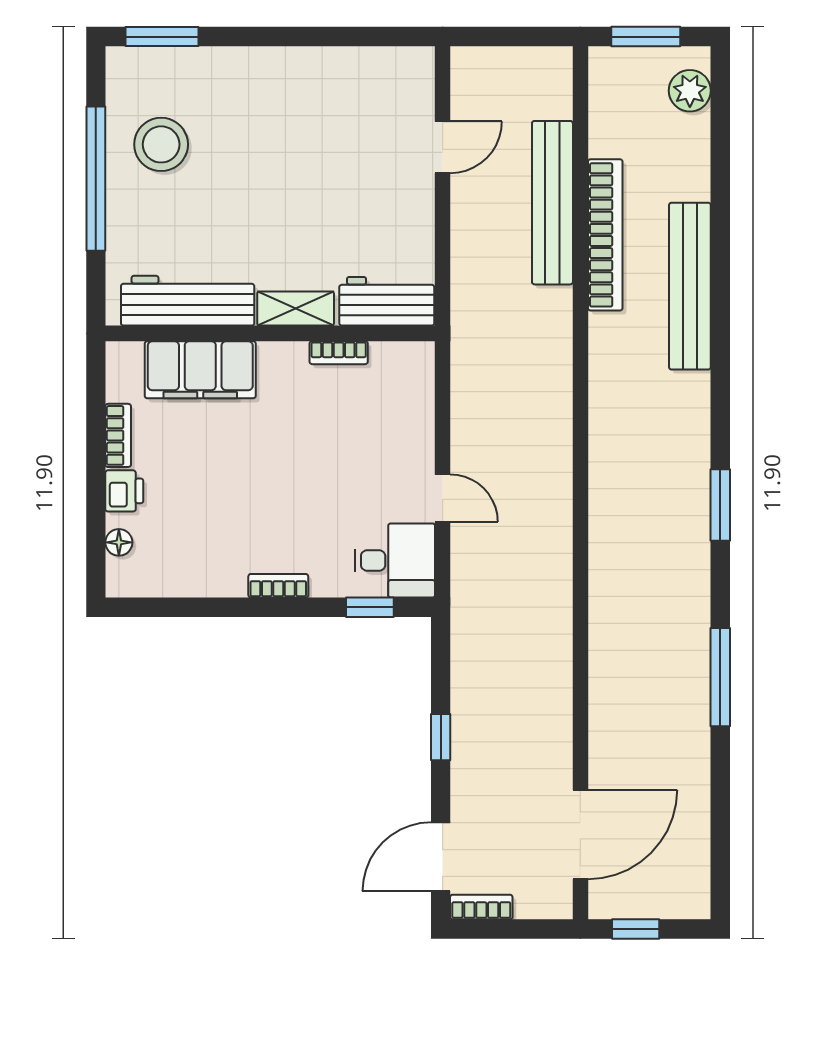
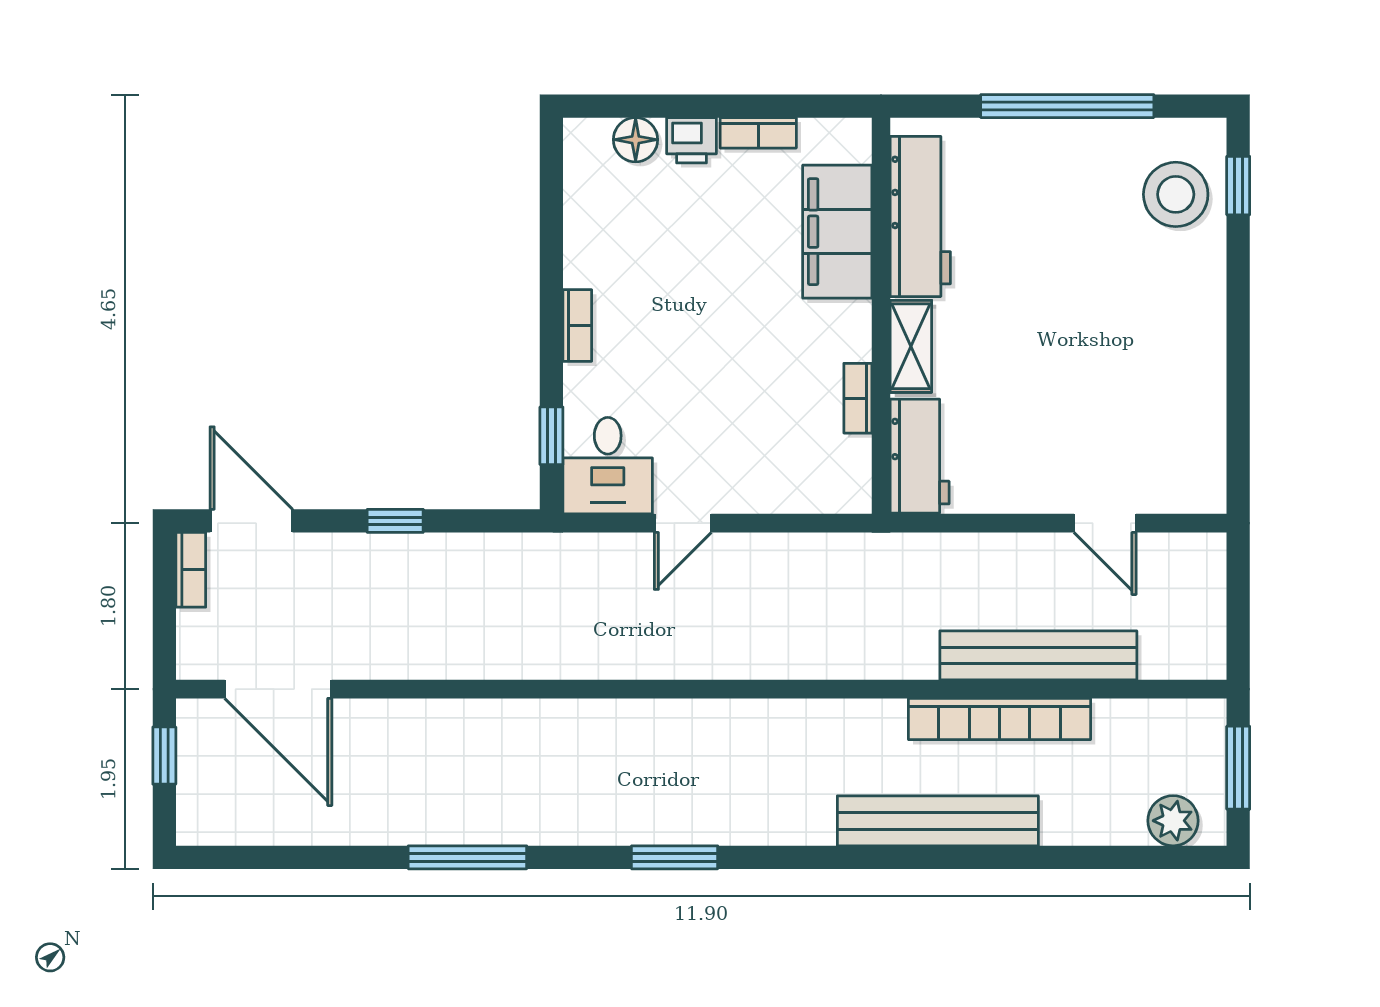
window: (162, 37) -> (1238, 186), width x0.67
stool: (161, 144) -> (1176, 194), moved
floor lamp: (119, 542) -> (636, 140), width x1.37, depth x1.37

